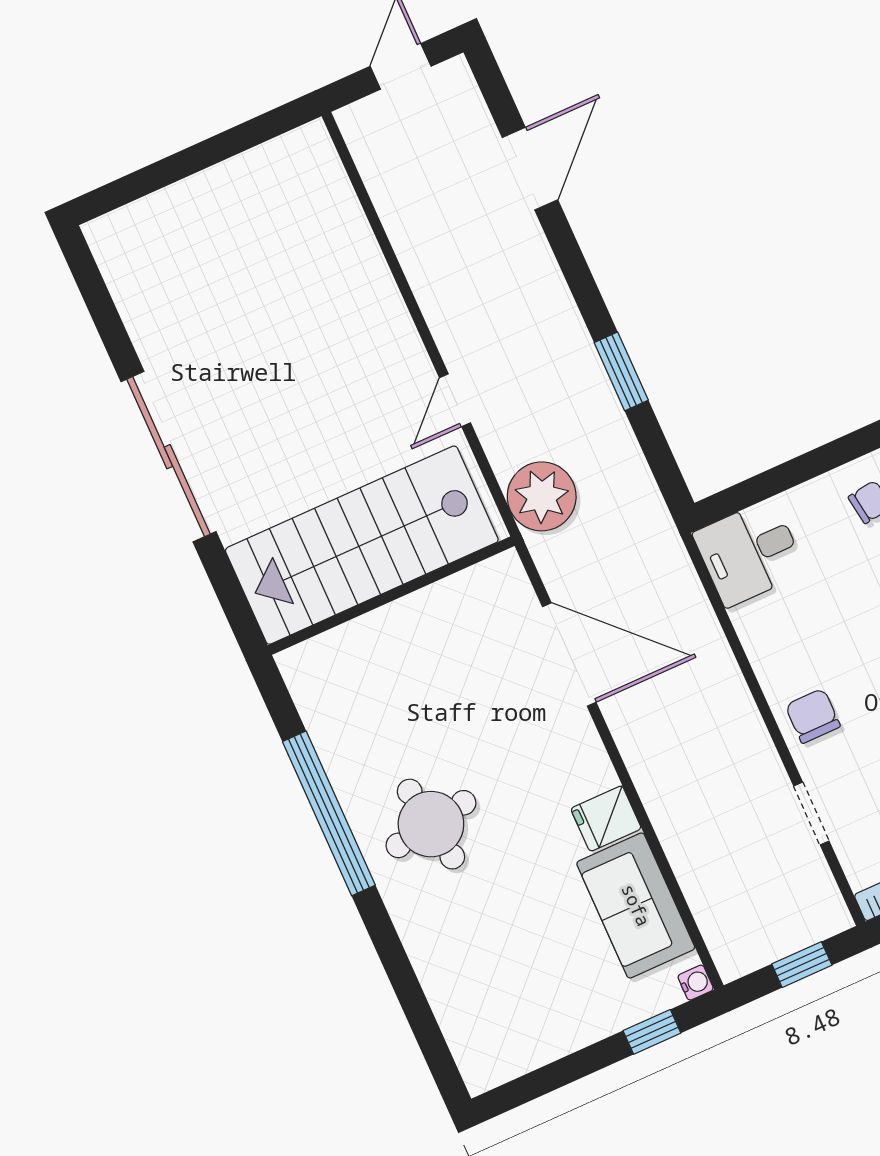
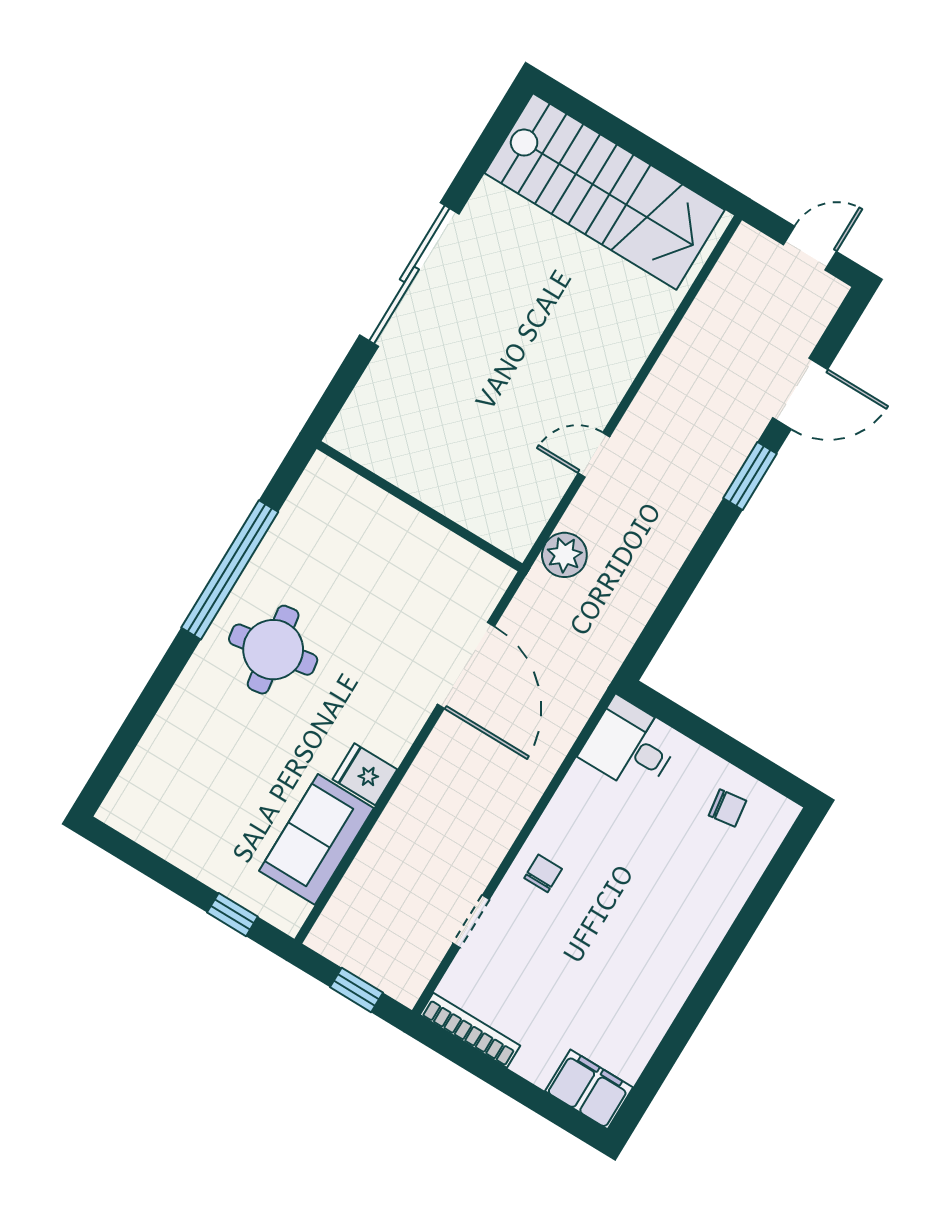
window: (621, 371) -> (750, 476), moved
plant: (542, 496) -> (564, 555), width x0.73, depth x0.73
stairs: (362, 545) -> (605, 192), moved, turned 180
chair: (813, 716) -> (543, 873), width x0.73, depth x0.73
water cooler: (696, 983) -> (290, 922), removed

